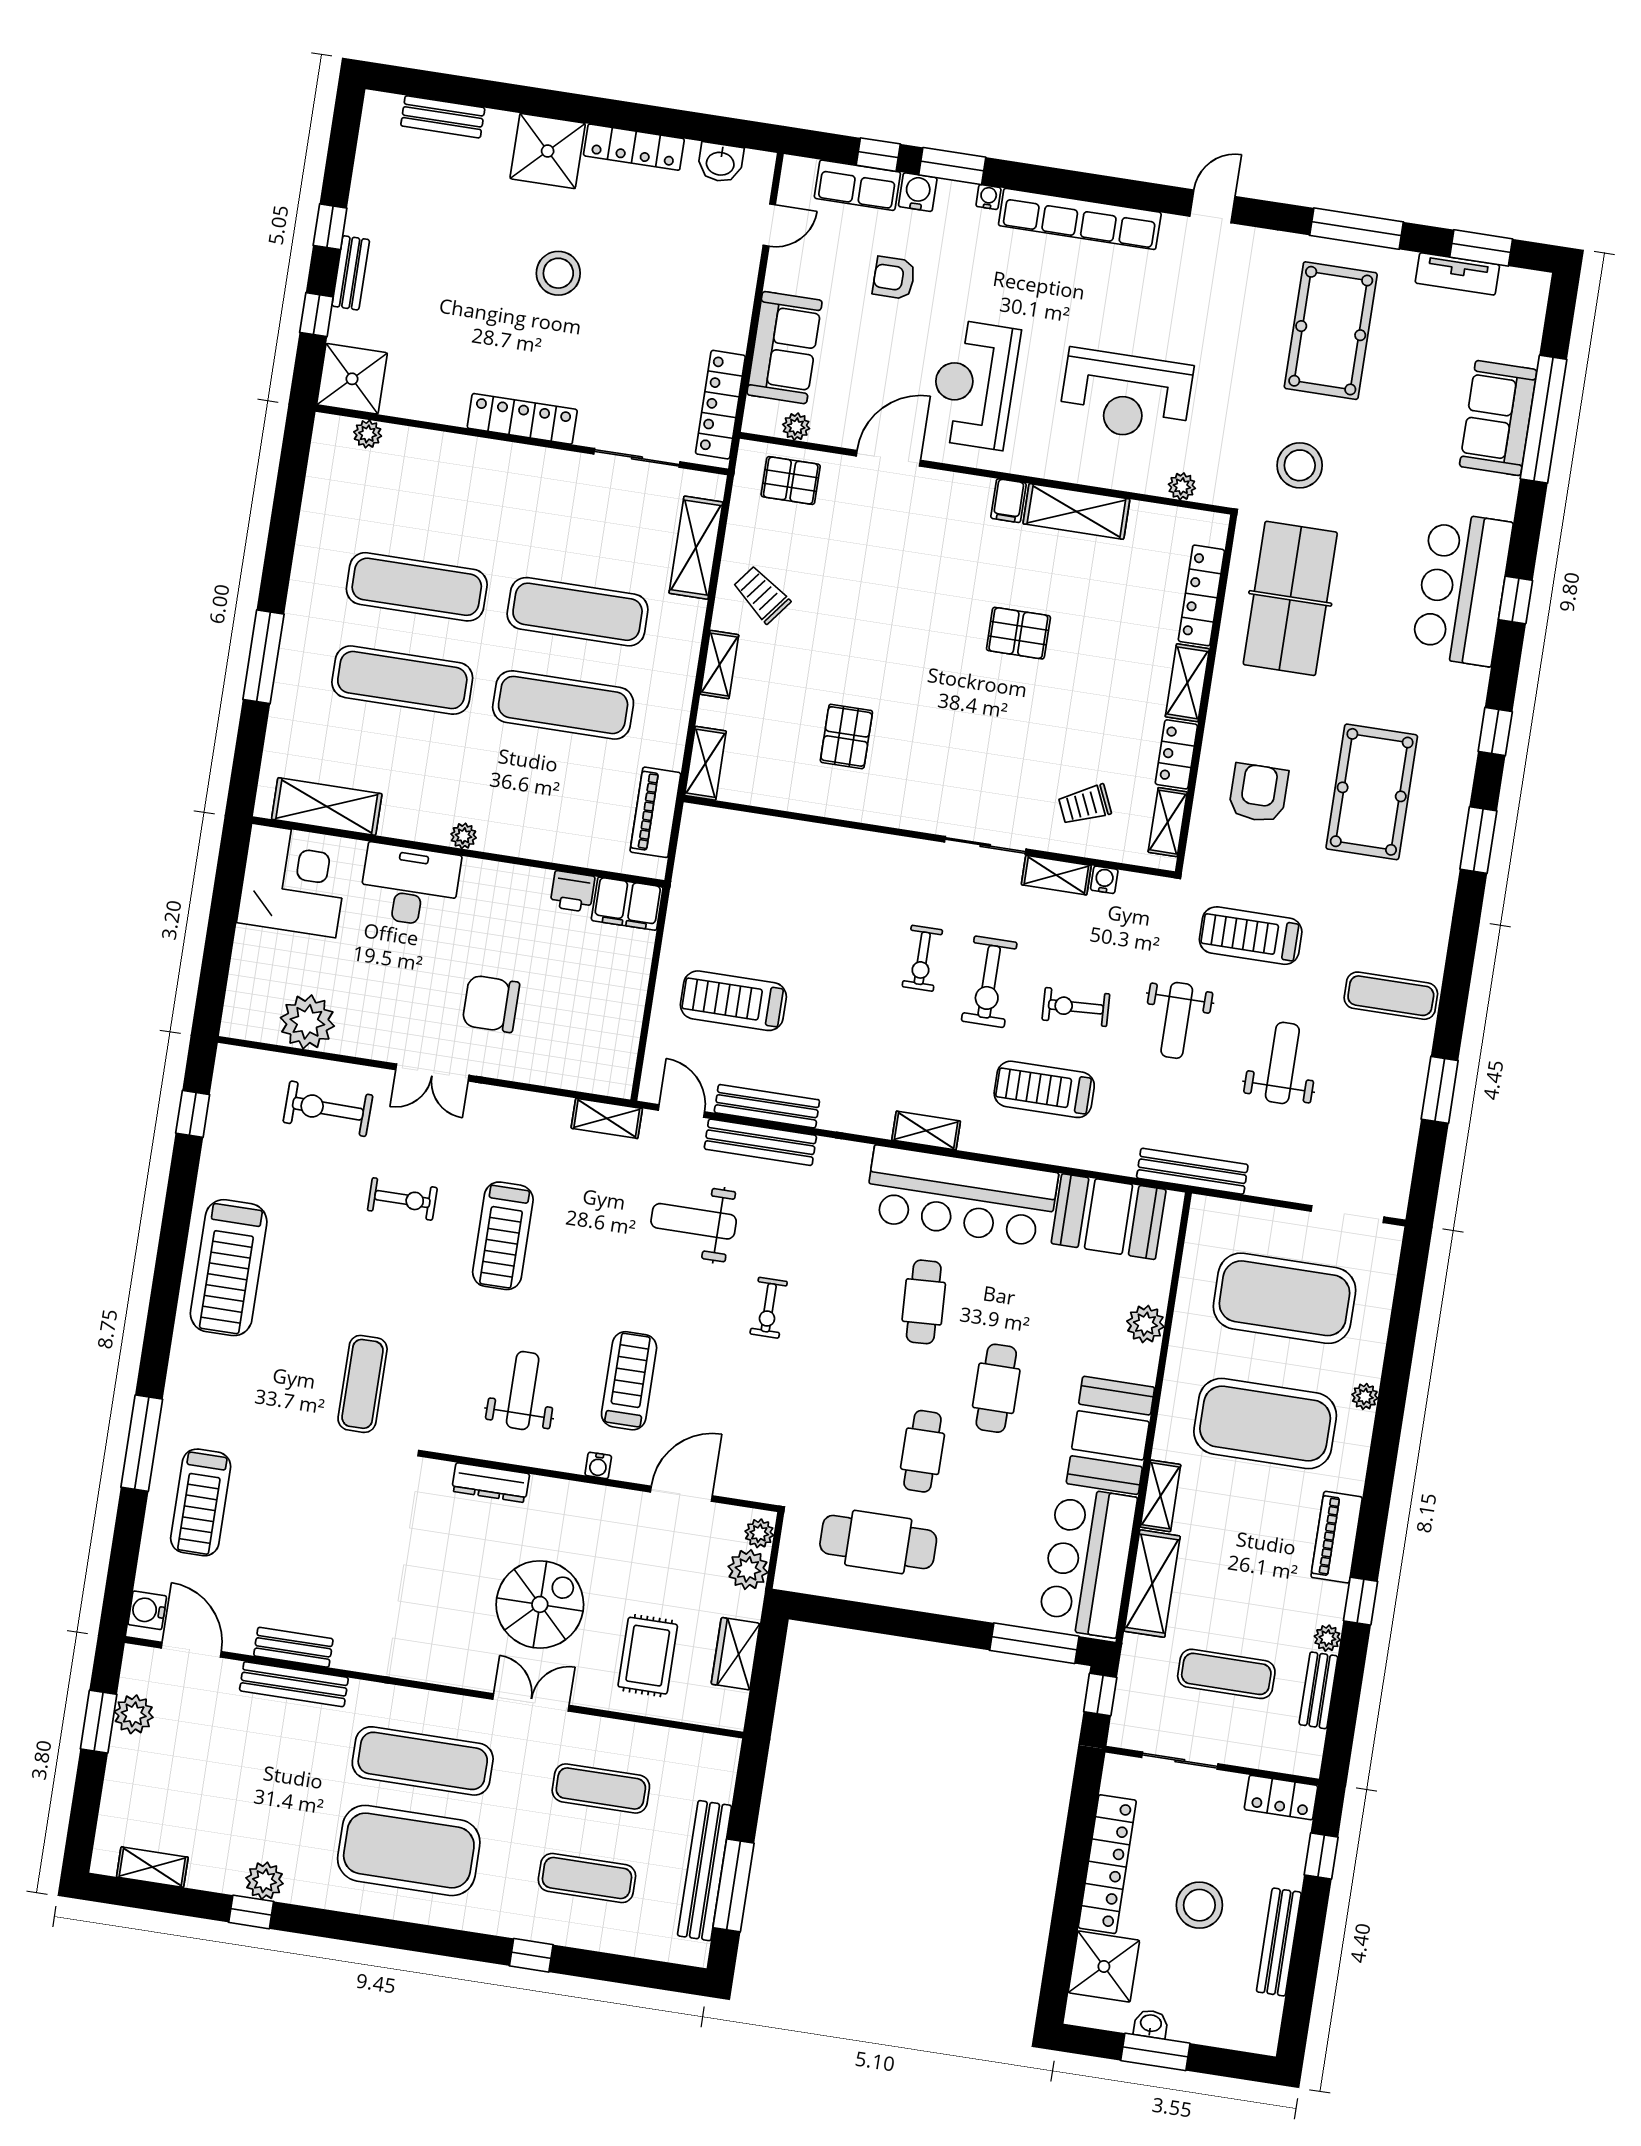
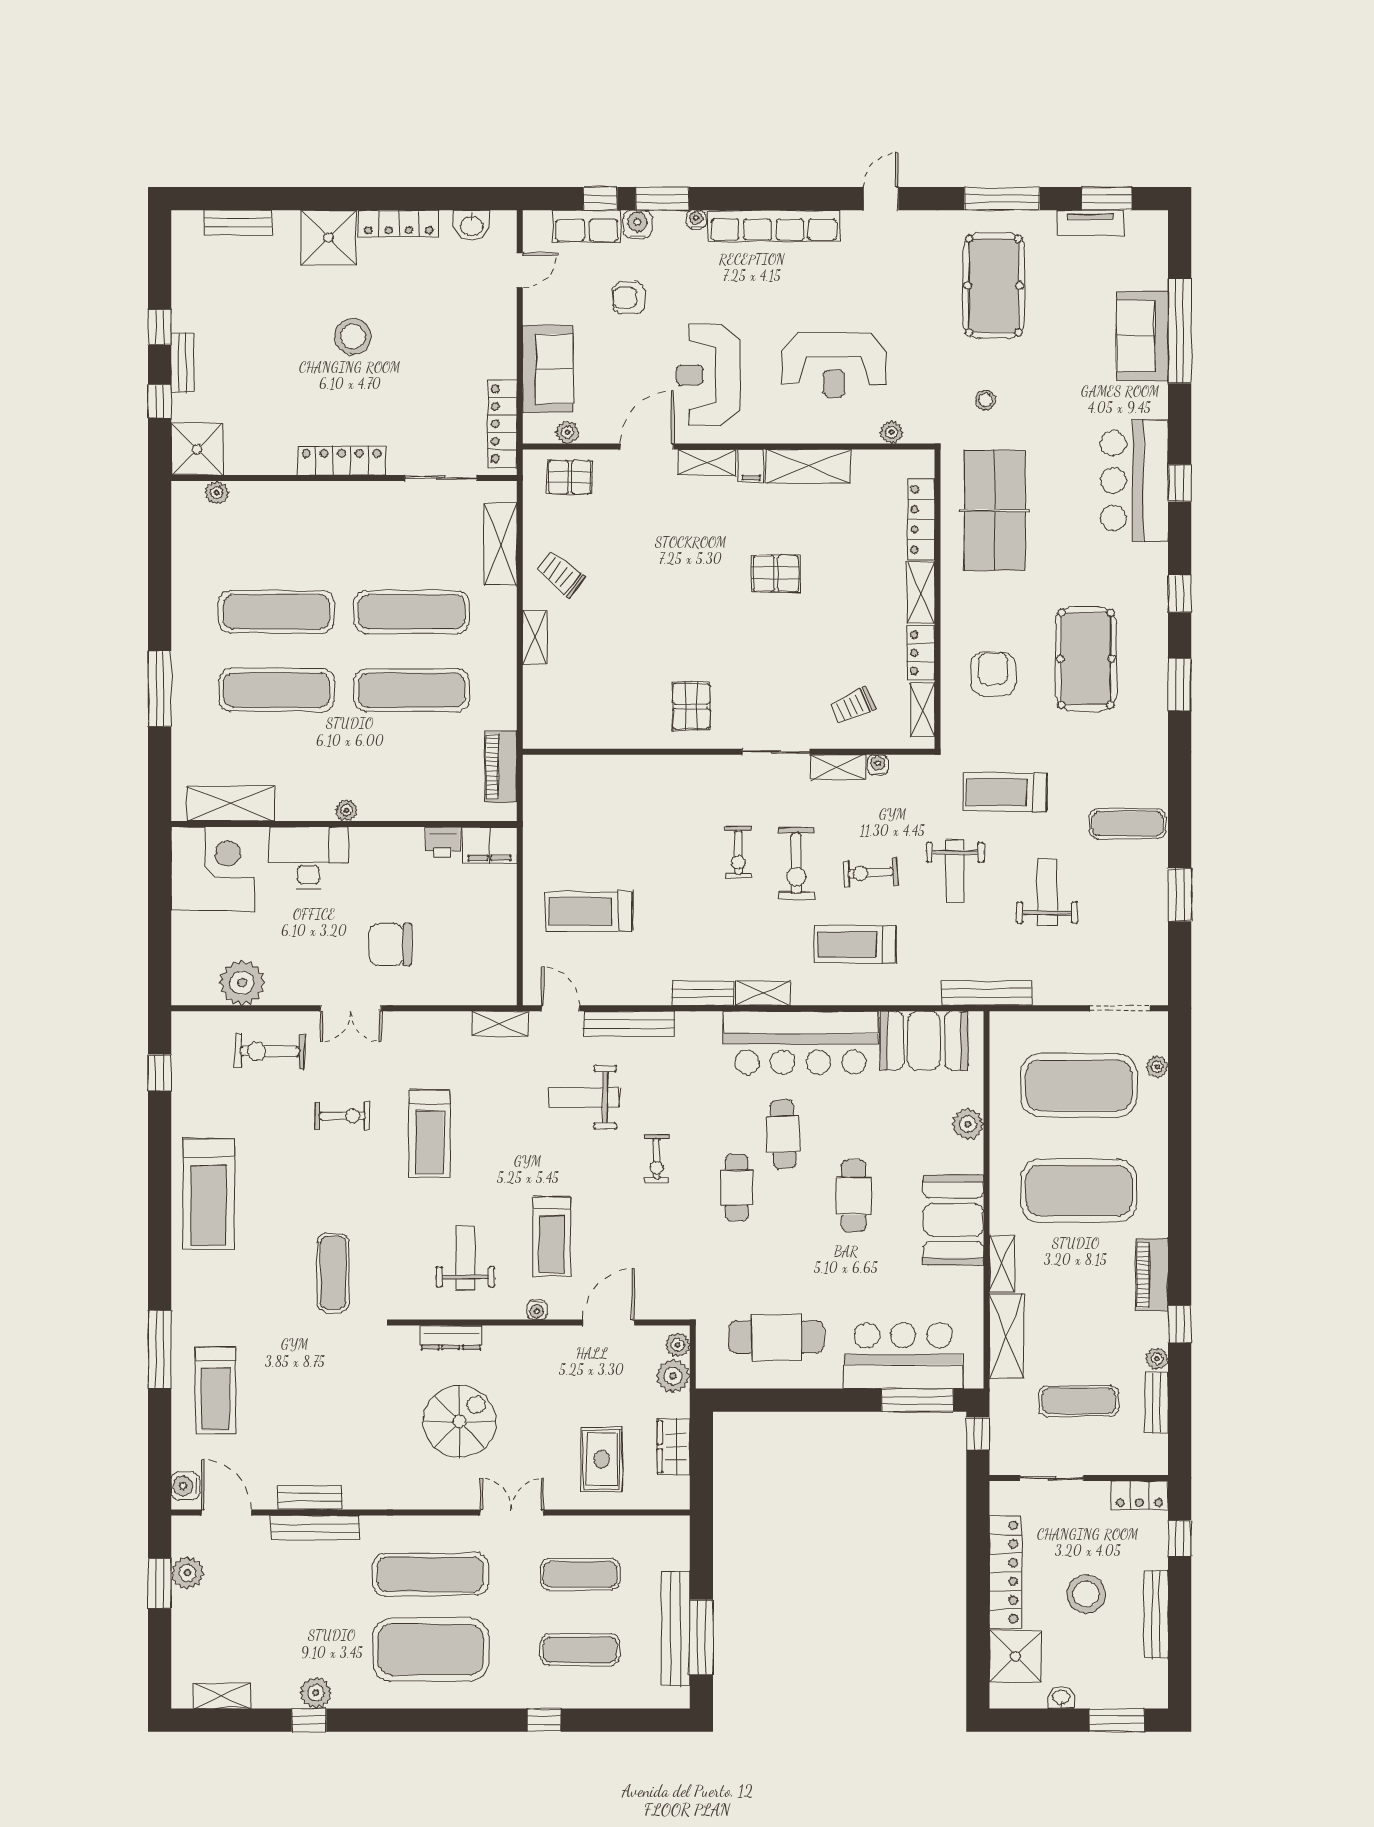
stool: (1300, 465) -> (985, 400), width x0.53, depth x0.53
pallet: (846, 736) -> (691, 706), moved
shelving: (705, 763) -> (707, 462), moved, turned 90
bench: (767, 1106) -> (703, 994), moved, width x0.73
treadmill: (629, 1381) -> (551, 1236), turned 180
plant: (1365, 1396) -> (1157, 1067), moved
cafe table: (923, 1451) -> (737, 1187), moved
bar counter: (1088, 1562) -> (903, 1356), moved, turned 90
spiral stairs: (540, 1604) -> (459, 1421), moved
window: (1155, 2052) -> (1117, 1720), moved

